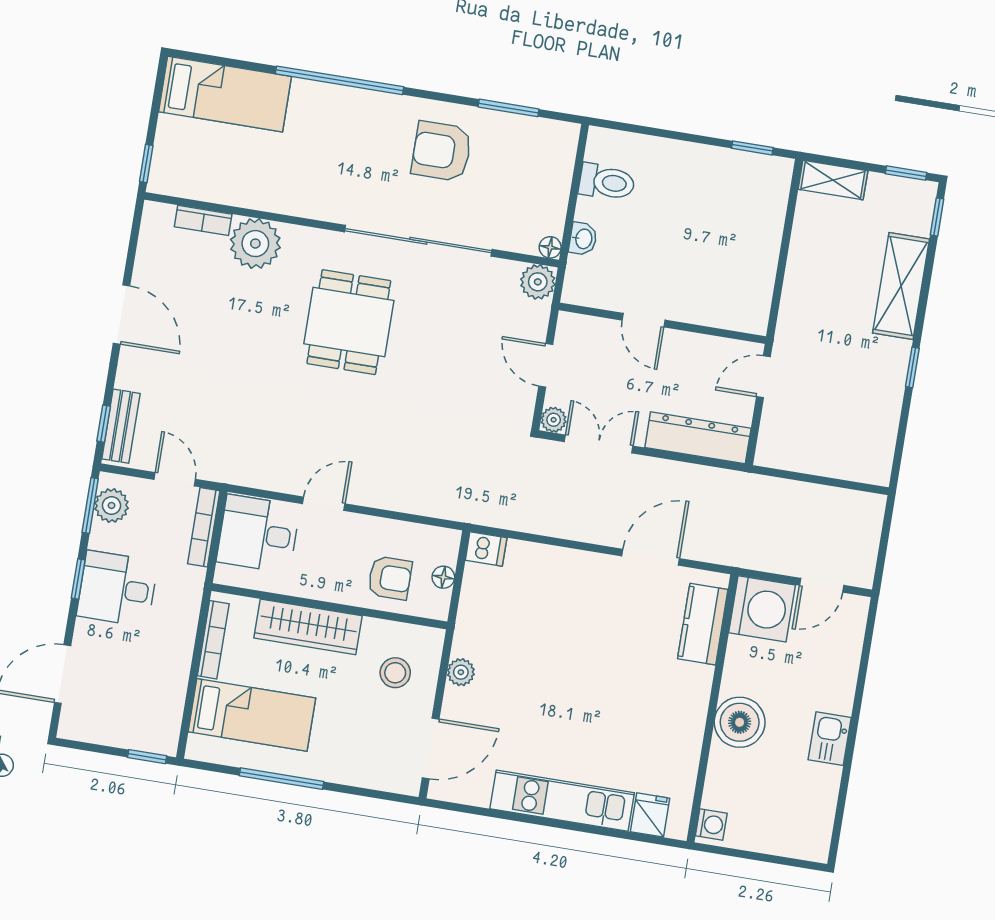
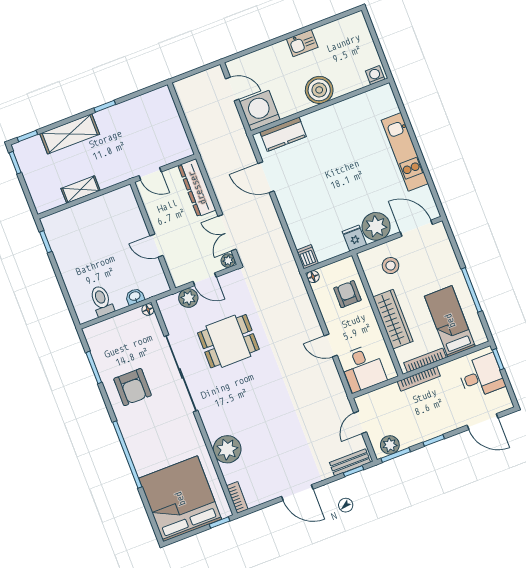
bed: (225, 94) -> (180, 499), width x2.04
shelving: (833, 180) -> (81, 190), moved, turned 90
bookcase: (203, 220) -> (237, 498), moved
plant: (538, 282) -> (188, 298), moved
door: (121, 314) -> (297, 493), swing flipped
door: (643, 320) -> (157, 246), swing flipped
dining table: (349, 322) -> (228, 341), moved
door: (546, 365) -> (205, 279), hinge flipped
bookcase: (204, 527) -> (419, 379), moved
floor lamp: (443, 577) -> (313, 277), moved
desk: (117, 589) -> (481, 376), moved, turned -90
plant: (461, 672) -> (376, 226), width x1.88, depth x1.88
fridge: (650, 815) -> (354, 238), moved, turned 90

